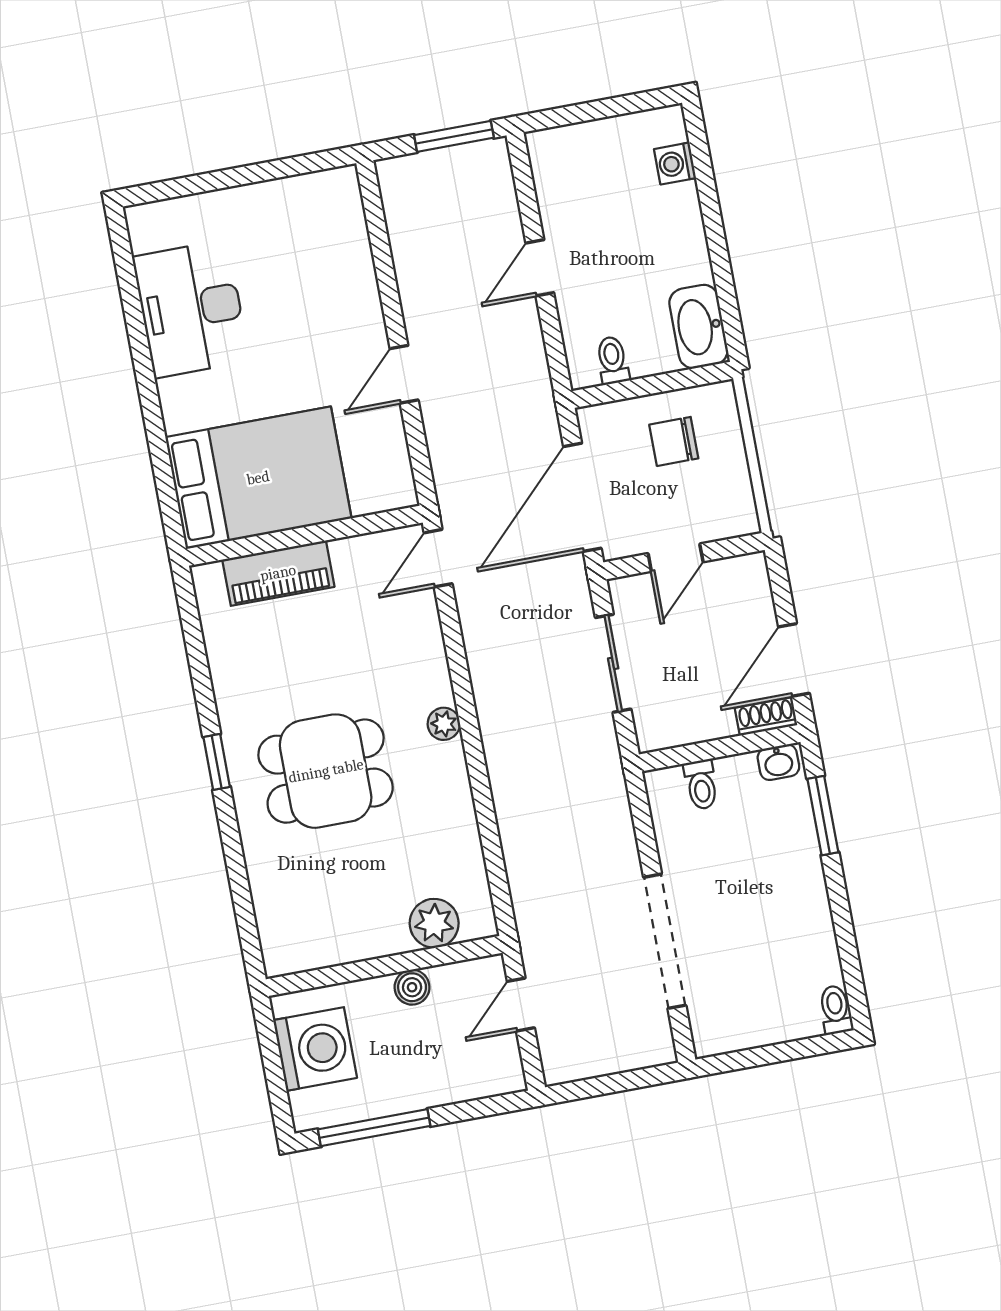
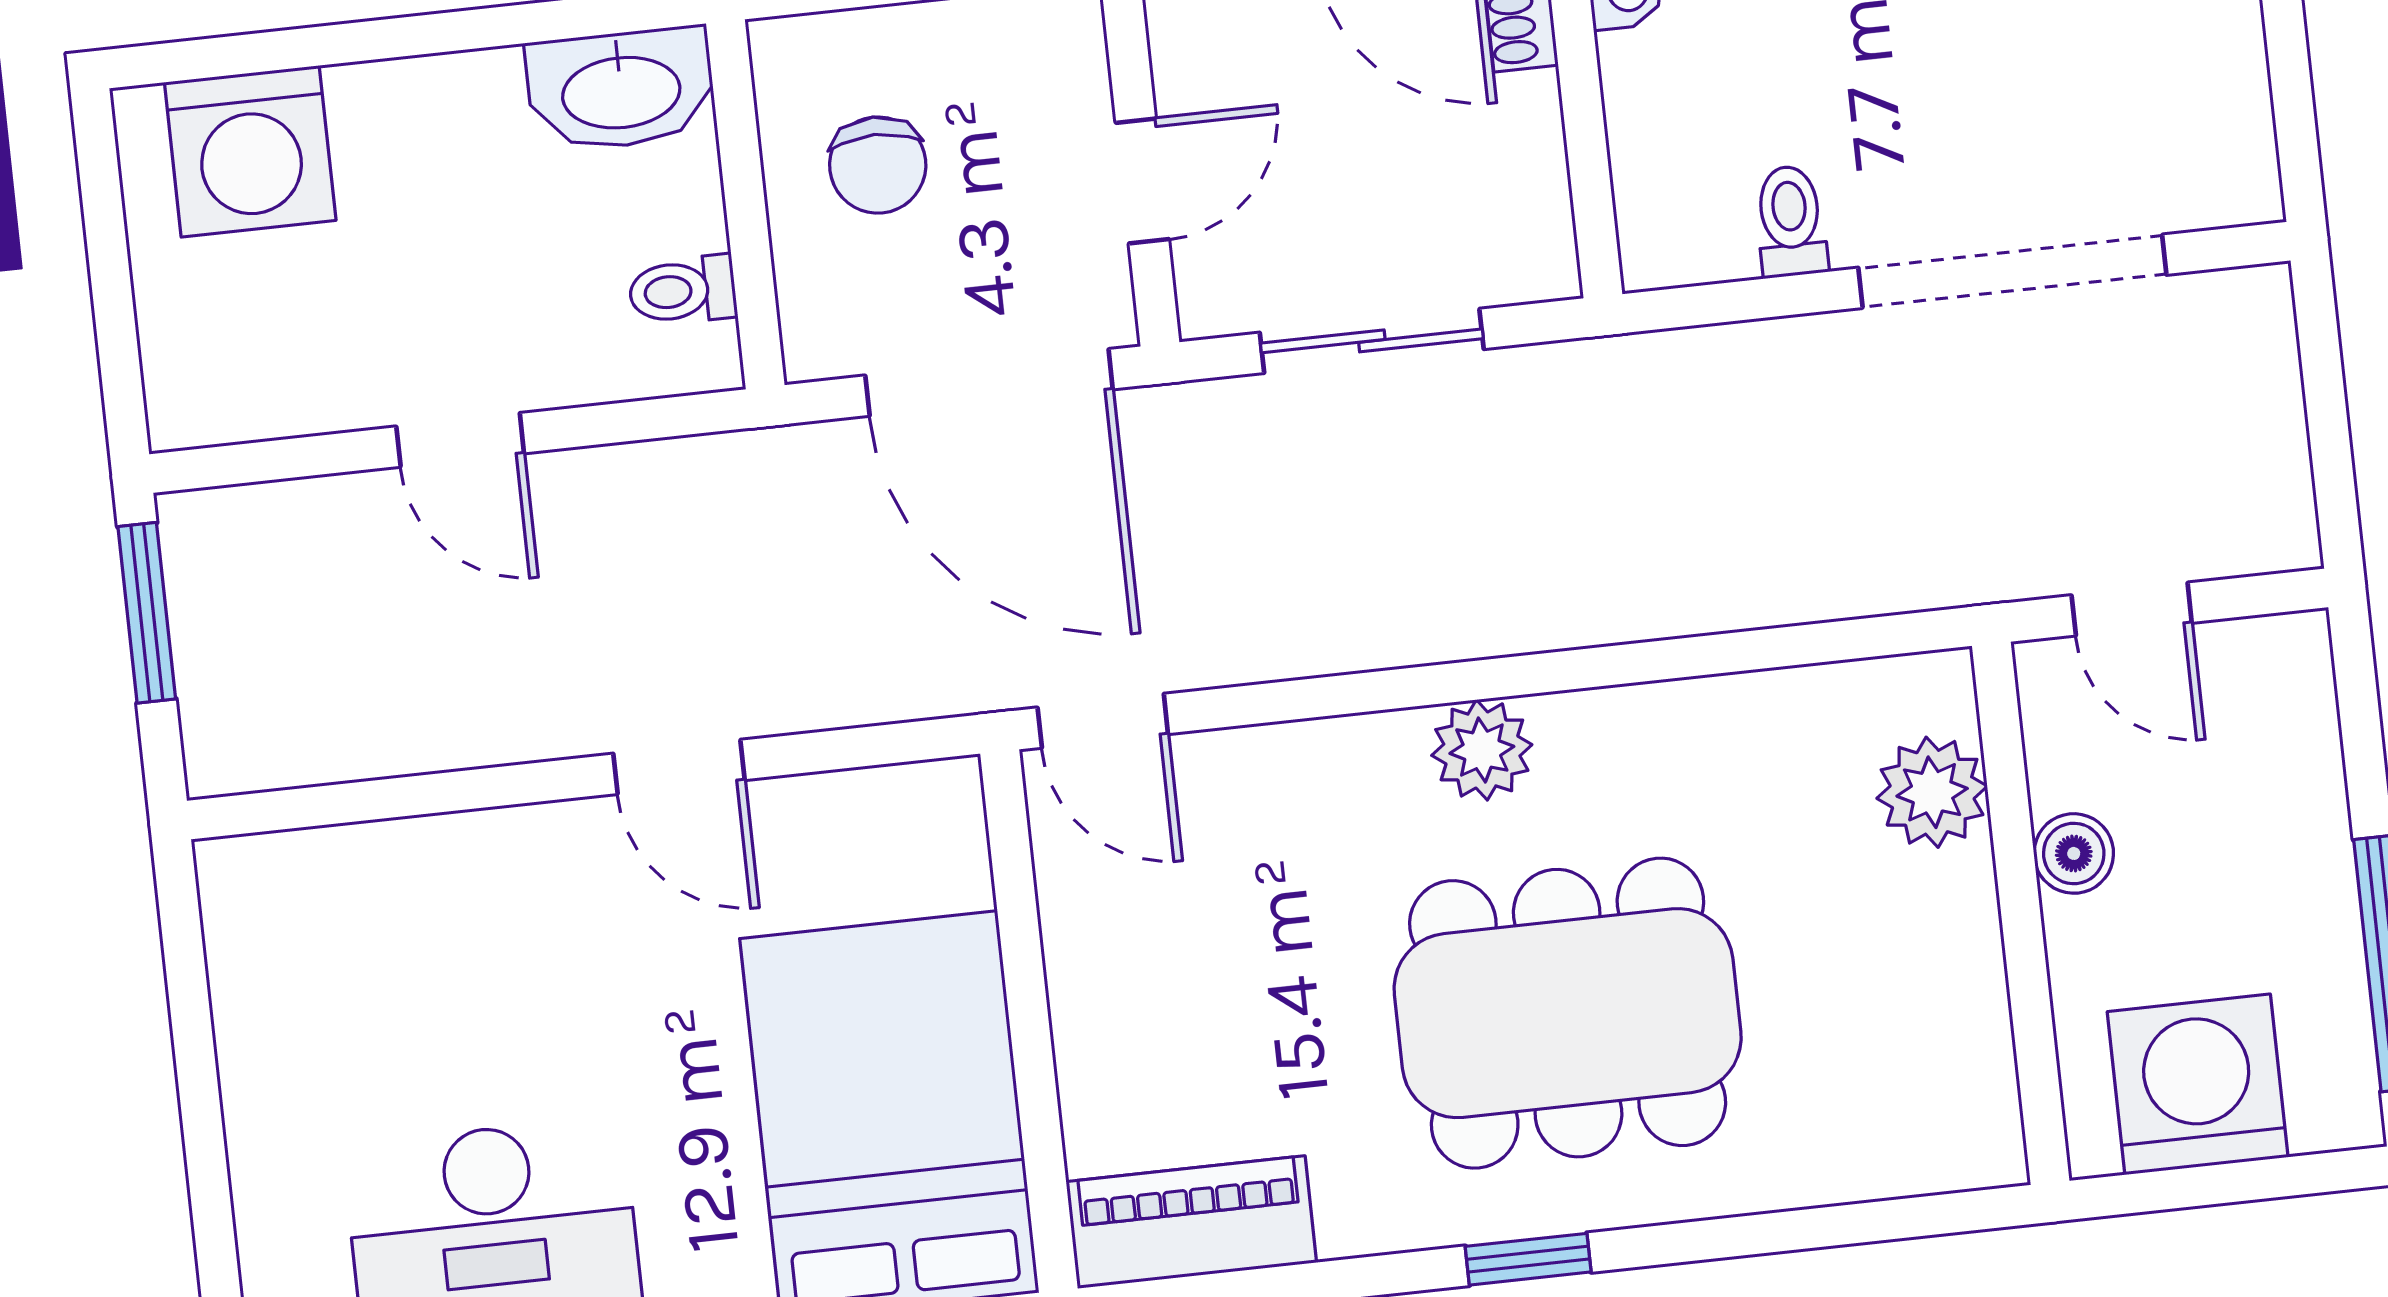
washing machine: (675, 164) -> (250, 151), width x1.89, depth x1.89
door: (676, 558) -> (1142, 181), hinge flipped
piano: (278, 573) -> (1191, 1222), moved, turned -90
plant: (444, 724) -> (1482, 750), width x1.38, depth x1.38
dining table: (326, 771) -> (1568, 1013), width x1.38
toilet: (701, 785) -> (1791, 221), moved, turned -90

